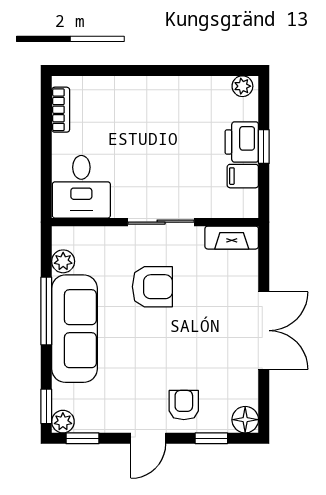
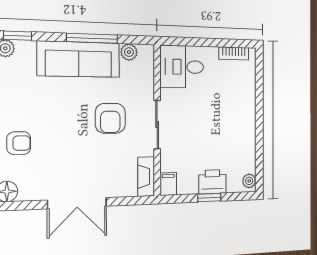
filing cabinet: (243, 176) -> (168, 184), moved

